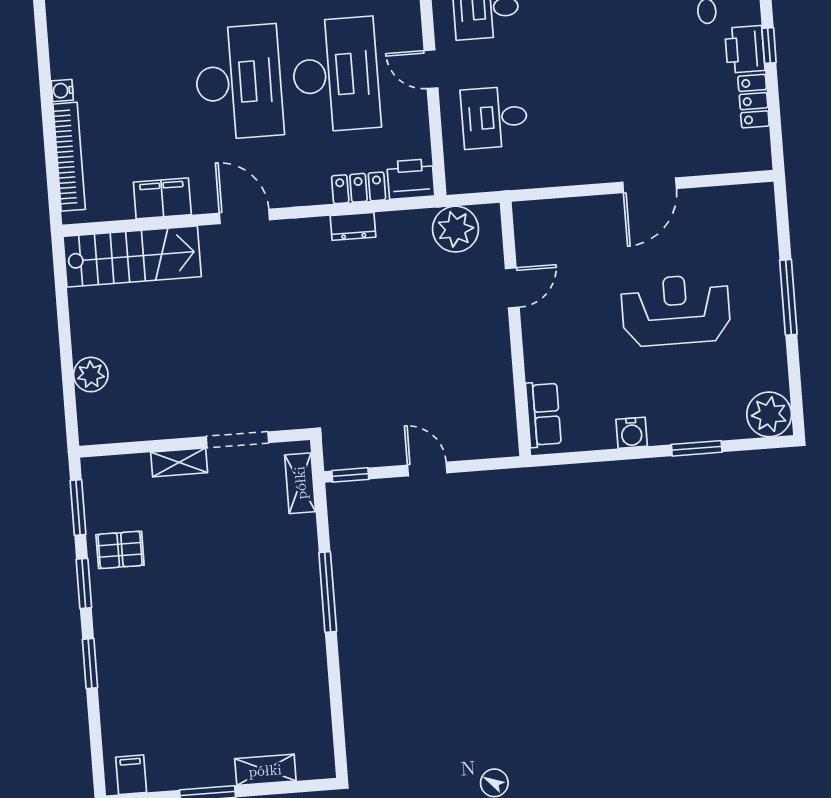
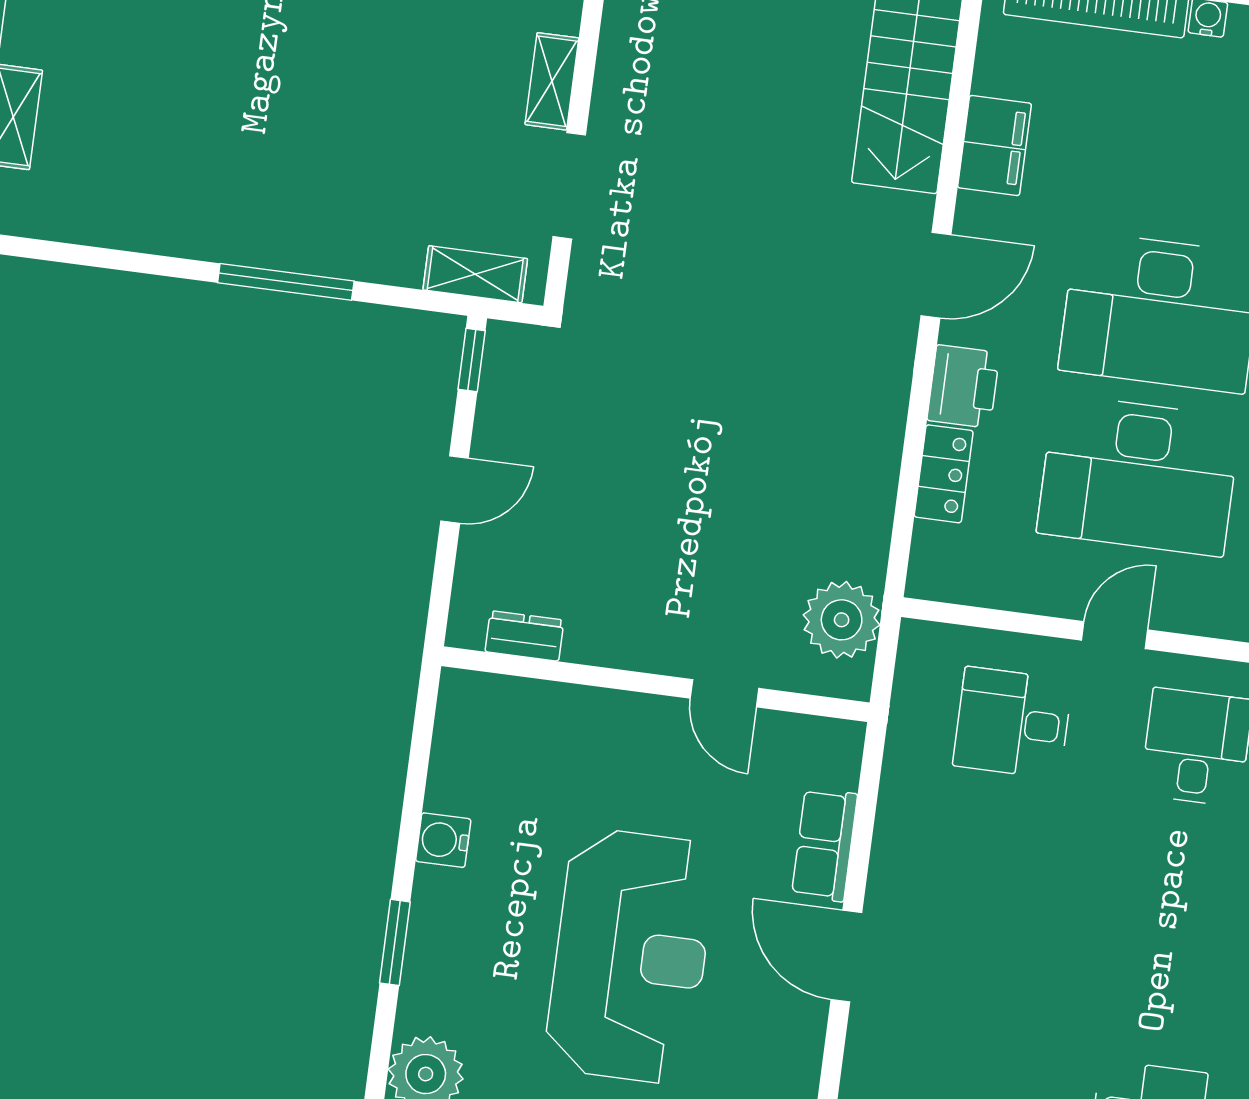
desk: (494, 117) -> (1013, 723), turned -90
printer: (411, 179) -> (963, 386), moved
dresser: (353, 226) -> (525, 636), moved, turned 90
reception desk: (676, 310) -> (631, 956), width x1.36, depth x1.30
row of seats: (543, 414) -> (825, 845), moved, turned 90

